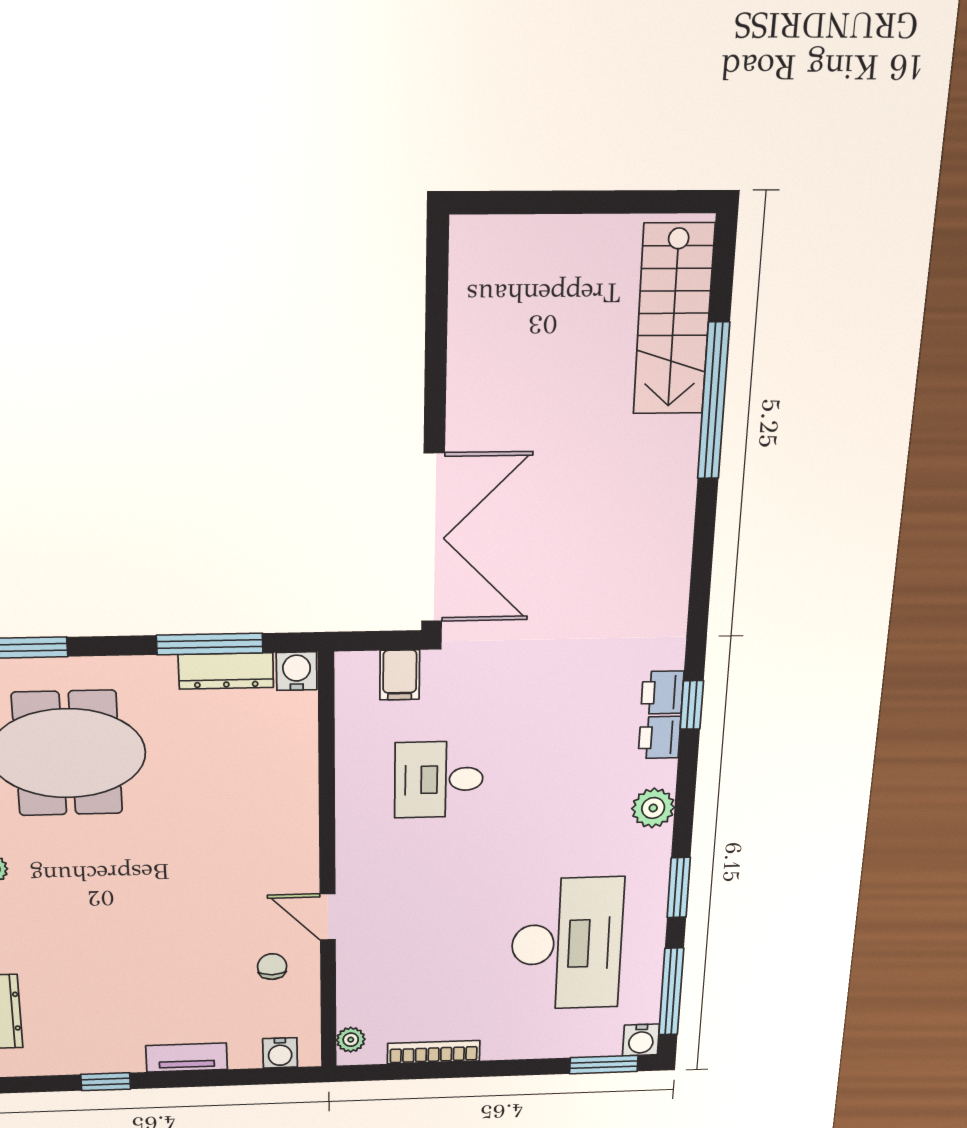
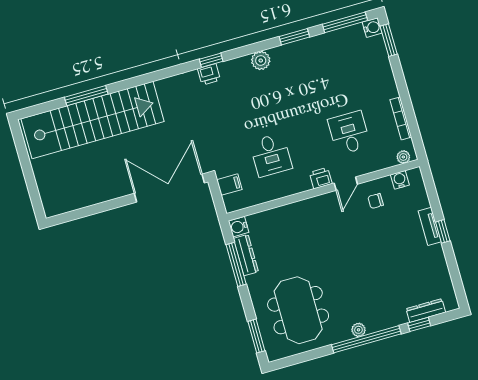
stairs: (674, 320) -> (93, 120), width x1.86, depth x1.51
window: (714, 401) -> (86, 96), width x0.68
printer: (659, 738) -> (321, 178), moved, turned 180
desk: (567, 944) -> (349, 133), moved, width x0.53, depth x0.77
water cooler: (280, 1053) -> (400, 180), moved, turned -90
window: (106, 1082) -> (443, 231), moved

